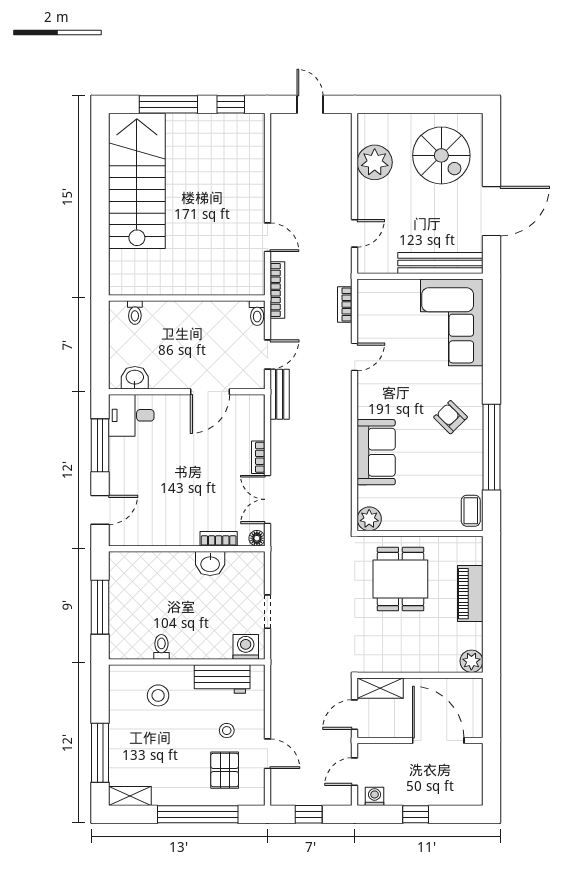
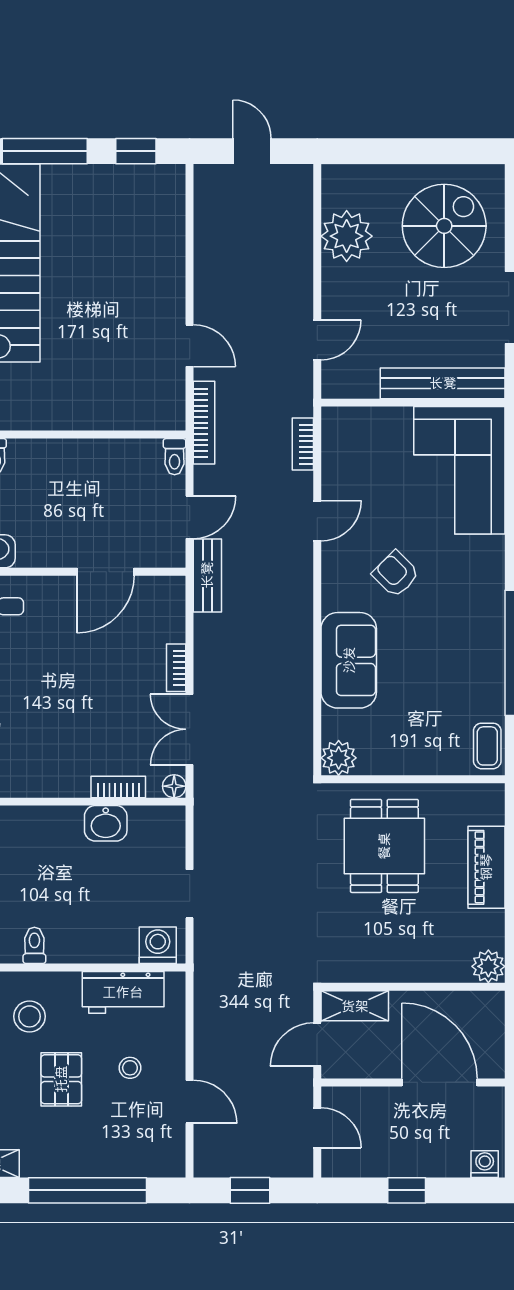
spiral stairs: (441, 155) -> (444, 226), turned -90
armchair: (451, 417) -> (396, 574), moved
pallet: (225, 770) -> (61, 1079), moved
door: (355, 772) -> (317, 1128), swing flipped
washing machine: (375, 796) -> (485, 1164), moved

